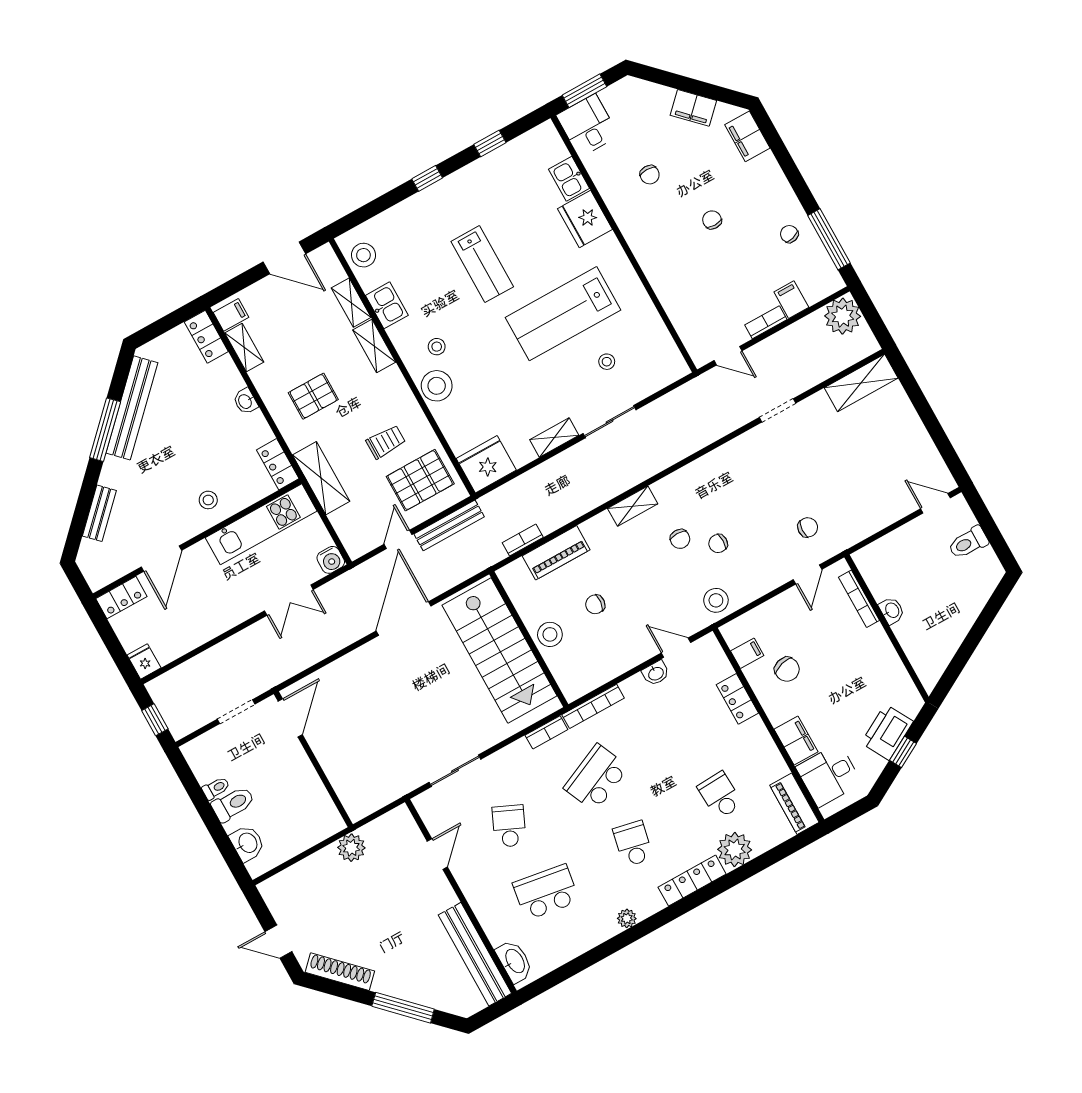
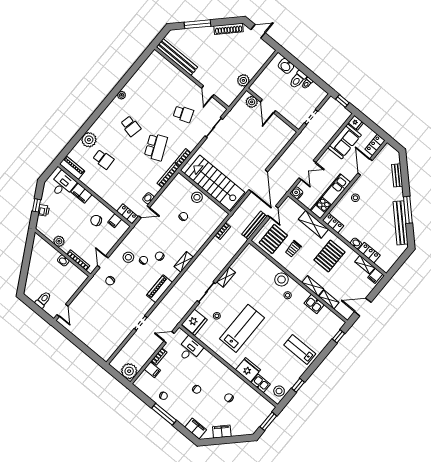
desk: (587, 126) -> (190, 349), moved, turned -90
window: (427, 178) -> (339, 336), moved
window: (829, 239) -> (164, 414), moved
stool: (363, 255) -> (279, 391), moved
lab bench: (482, 264) -> (300, 349), moved
locker: (206, 337) -> (369, 253), moved
shelving: (861, 383) -> (111, 347), removed
pallet: (313, 396) -> (329, 256), width x1.50, depth x1.42
fridge: (486, 464) -> (194, 322), moved
door: (935, 503) -> (62, 310), hinge flipped
piano: (556, 553) -> (159, 289), moved
double door: (289, 600) -> (307, 170), swing flipped
stool: (716, 600) -> (128, 257), moved
sofa: (184, 631) -> (345, 141), added
plant: (885, 656) -> (59, 241), added
locker: (737, 699) -> (127, 214), moved
door: (290, 718) -> (268, 106), moved
printer: (887, 732) -> (44, 210), width x0.53, depth x0.68
plant: (351, 794) -> (252, 102), added
school desk: (509, 826) -> (183, 114), turned -45
locker: (692, 881) -> (101, 121), removed
school desk: (546, 892) -> (158, 93), removed
washbasin: (514, 961) -> (160, 60), removed

